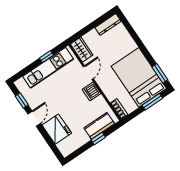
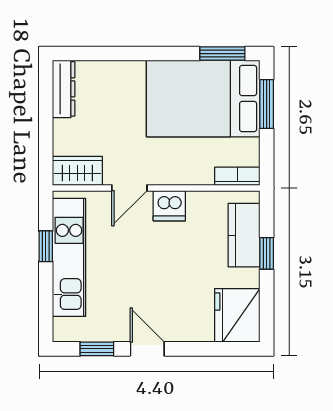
door: (88, 73) -> (129, 188), swing flipped
fridge: (57, 129) -> (237, 315), moved, turned -90

